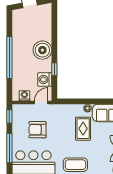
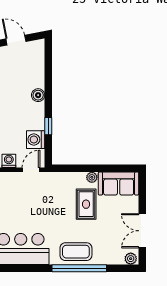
boiler: (42, 50) -> (38, 95), width x0.54, depth x0.54
armchair: (37, 130) -> (26, 206), removed

